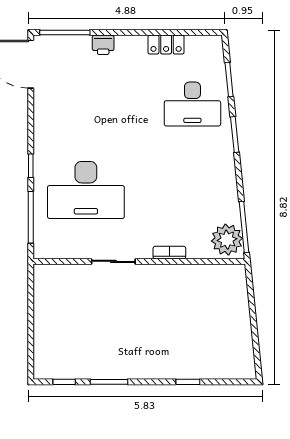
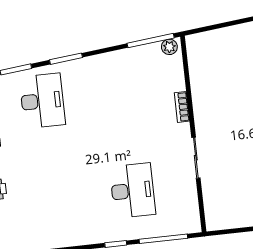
desk: (86, 190) -> (133, 191), width x0.73, depth x0.77
plant: (227, 240) -> (169, 47), width x0.53, depth x0.53

